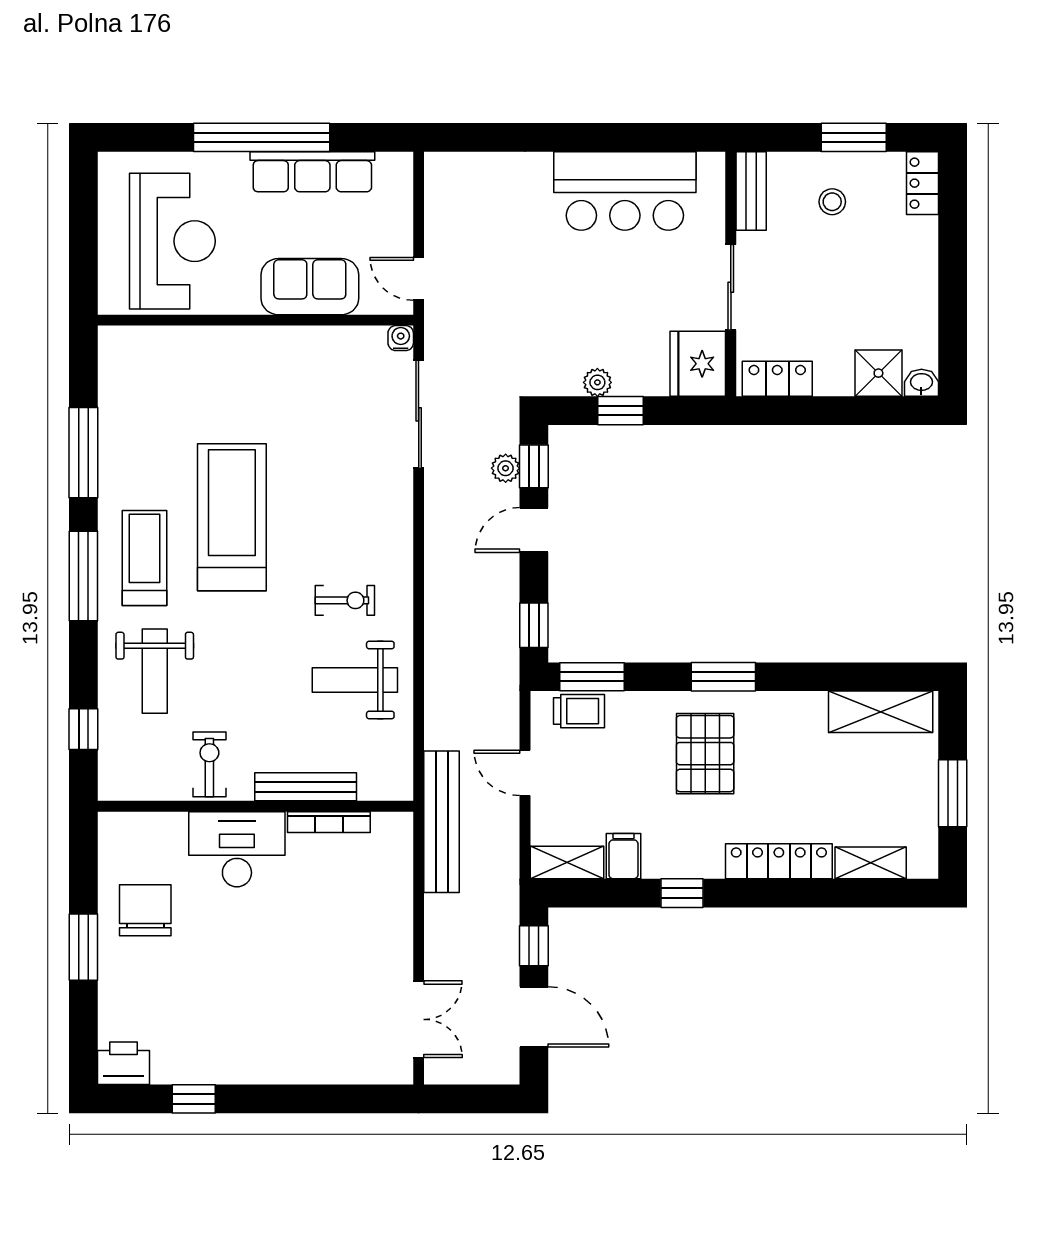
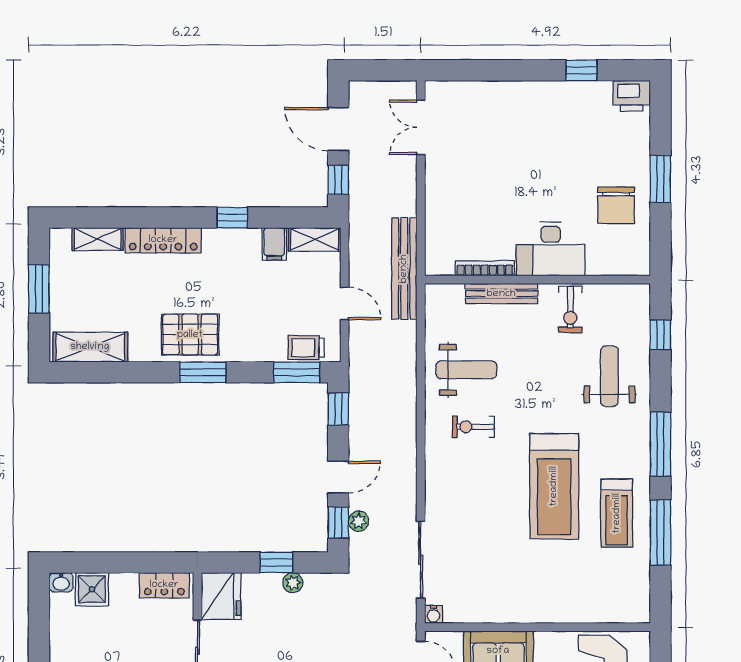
treadmill: (144, 558) -> (617, 513), moved
pallet: (705, 754) -> (190, 335), moved, turned 90

